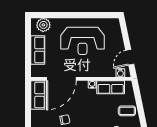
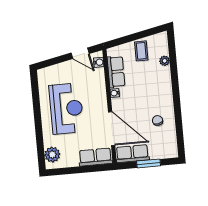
row of seats: (38, 50) -> (95, 157), moved
window: (28, 108) -> (149, 163), added

